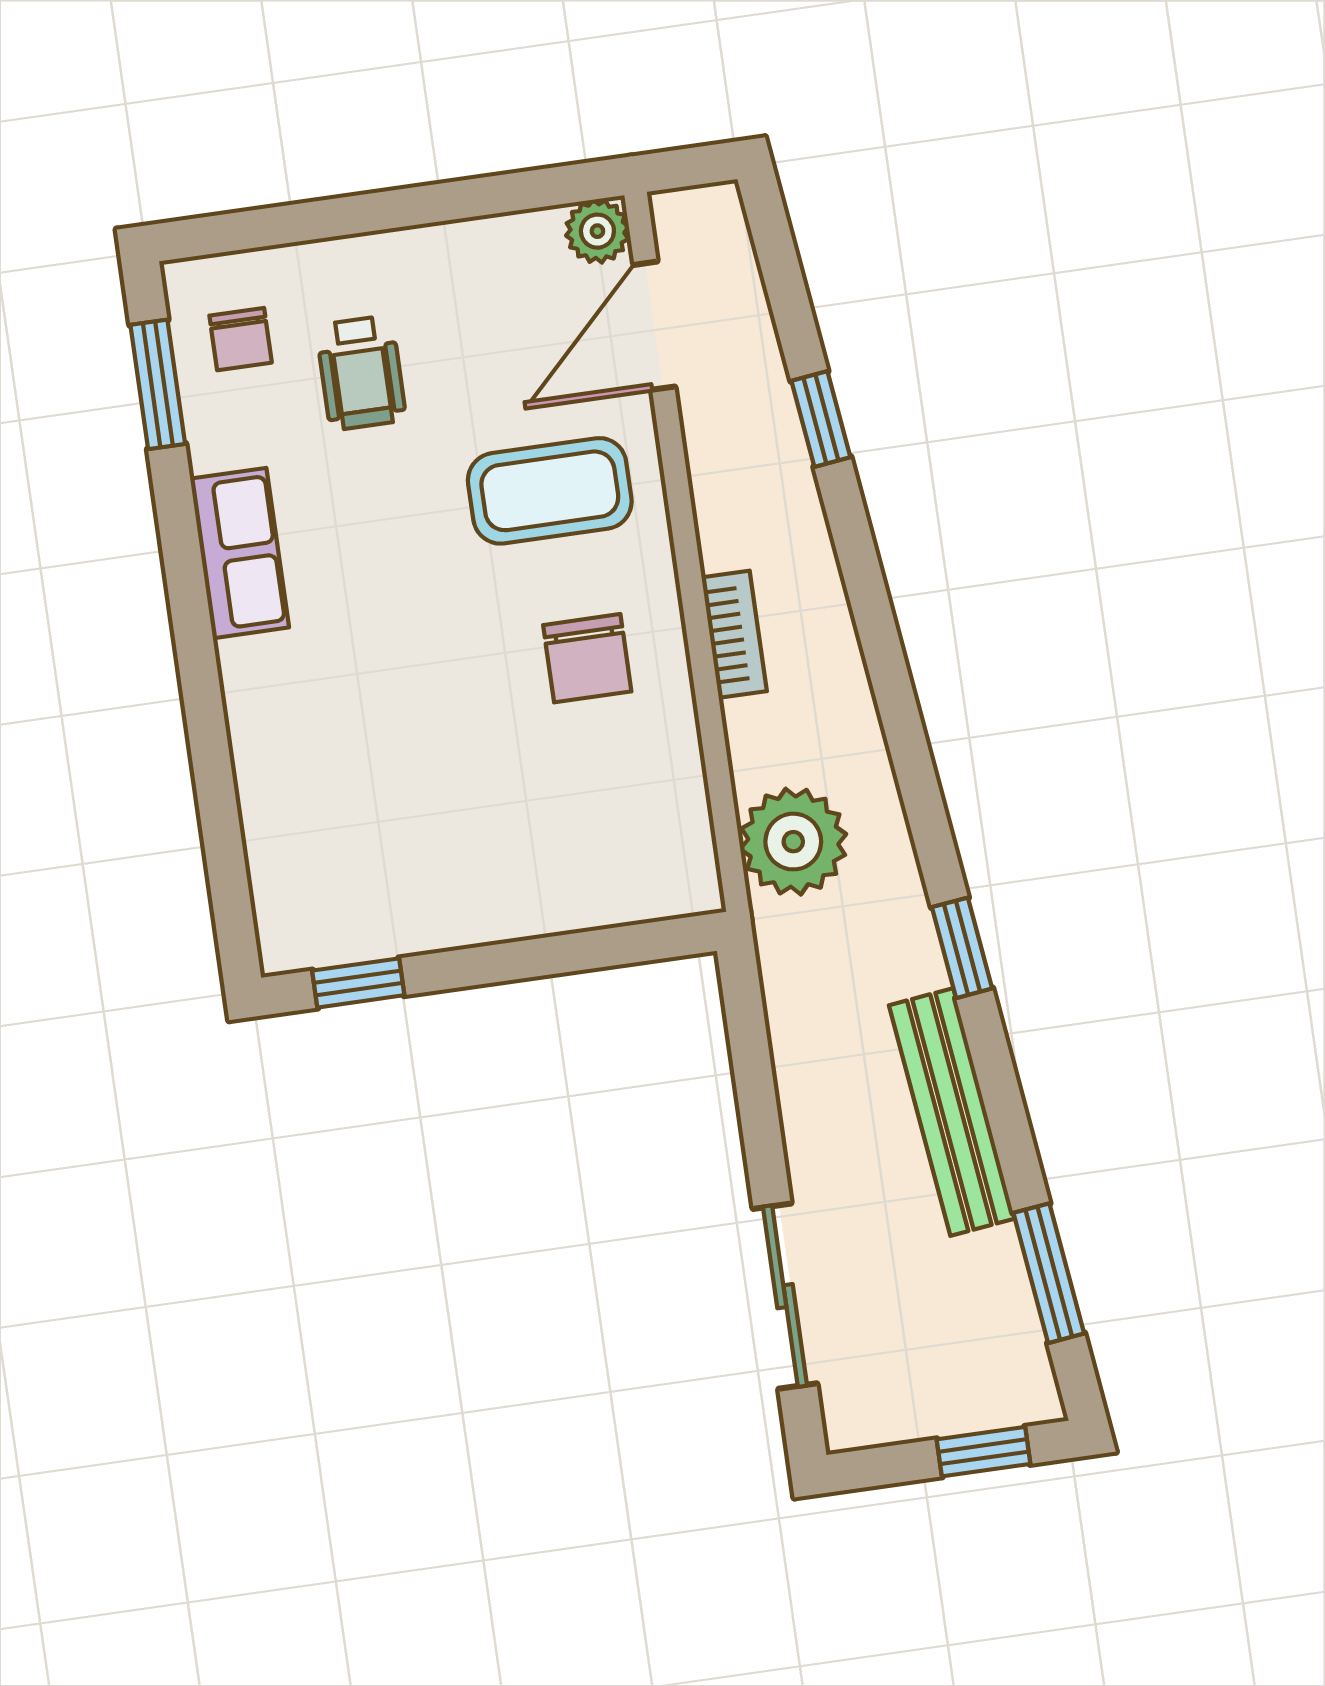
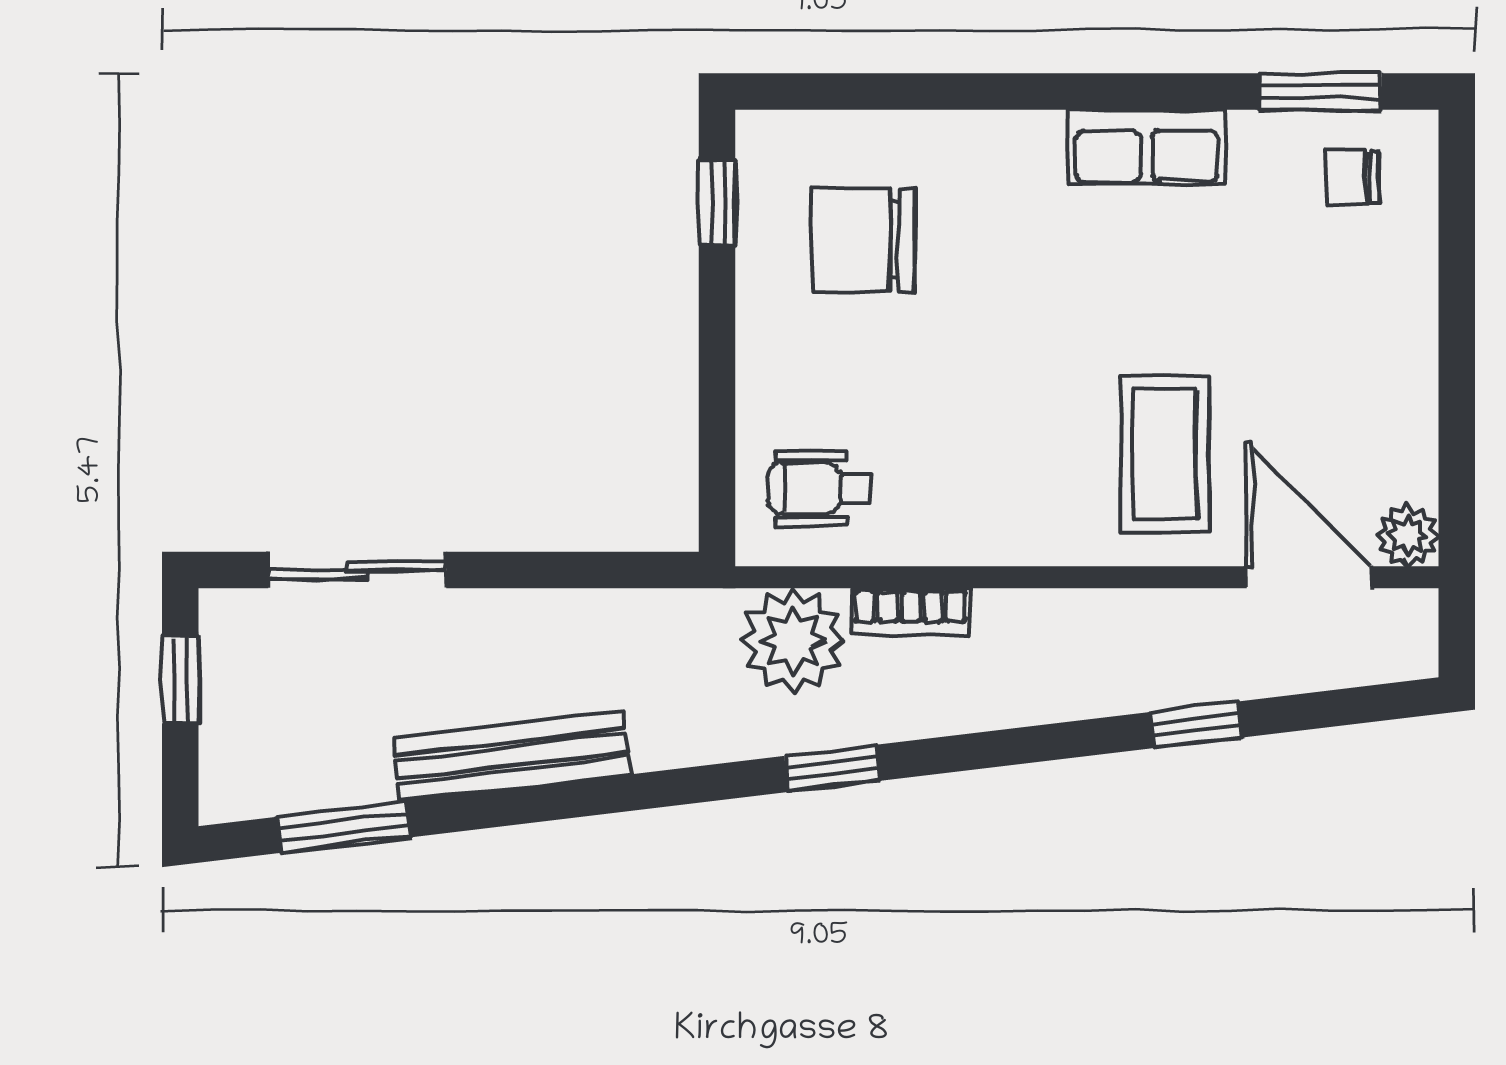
wheelchair: (361, 373) -> (820, 488), moved
bookcase: (734, 634) -> (911, 612), moved
chair: (587, 658) -> (863, 240), moved, width x1.37, depth x1.37
window: (962, 948) -> (832, 768), moved
window: (984, 1452) -> (180, 680), moved

